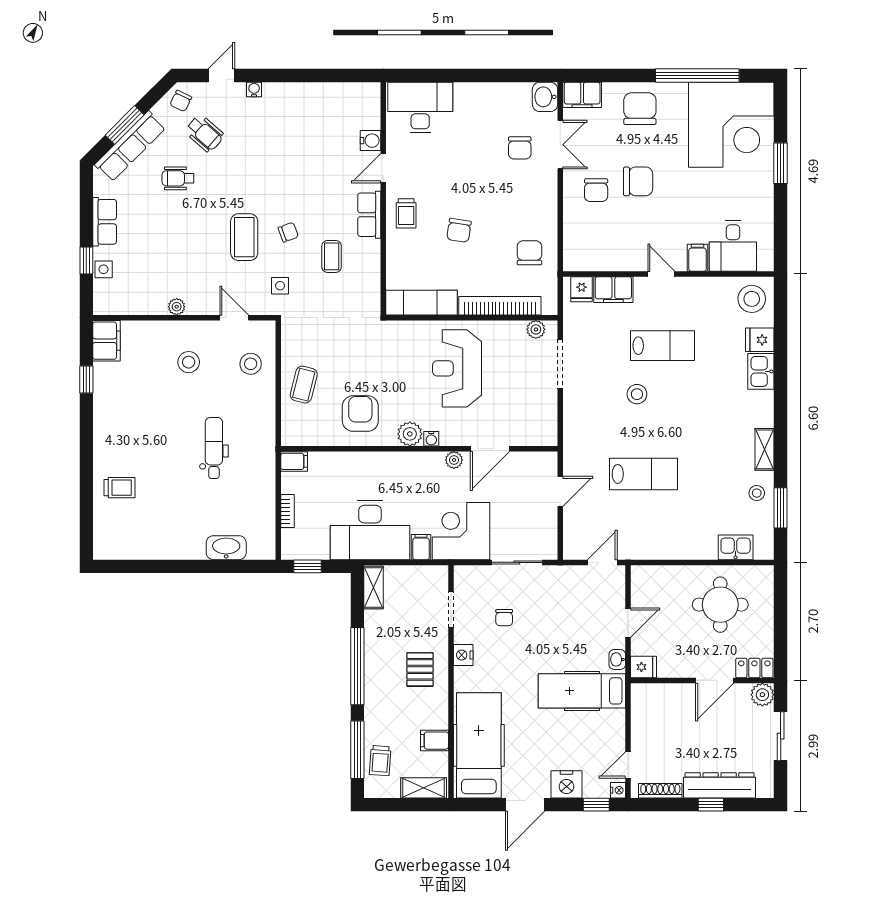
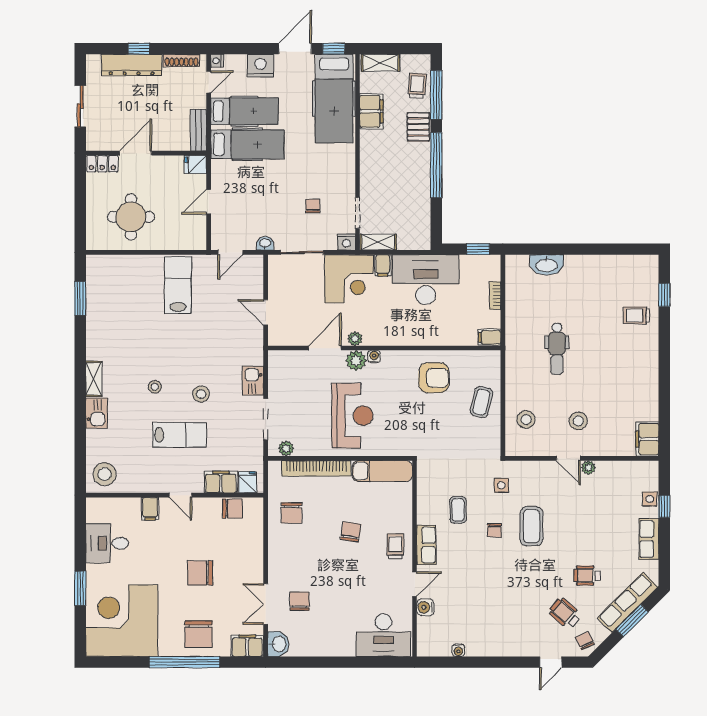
window: (697, 75) -> (184, 662), moved
water cooler: (254, 89) -> (458, 650), moved
chair: (181, 101) -> (585, 641), turned -51
wheelchair: (178, 178) -> (587, 576), turned 180
chair: (596, 190) -> (232, 509), moved, turned 90
chair: (288, 232) -> (494, 530), turned -69
desk: (733, 246) -> (107, 543), moved, turned -90
door: (234, 318) -> (568, 458), moved
fridge: (760, 340) -> (98, 440), removed
lab bench: (662, 346) -> (180, 435), turned 180
window: (86, 380) -> (664, 295), moved
armchair: (360, 414) -> (434, 378), turned -90
plant: (410, 434) -> (356, 361), moved
shelving: (765, 449) -> (94, 379), moved
lab bench: (643, 474) -> (178, 285), moved, turned 90
door: (560, 491) -> (266, 312), hinge flipped
stool: (757, 493) -> (155, 387), moved
kitchen sink: (736, 547) -> (253, 381), moved, turned 90
shelving: (374, 587) -> (378, 242), moved, turned 90
nightstand: (463, 655) -> (346, 242), moved, turned 90
washbasin: (617, 659) -> (265, 243), moved, turned -90
pallet: (420, 669) -> (418, 127), moved
plant: (762, 695) -> (95, 141), removed
bench: (640, 708) -> (198, 130), added
hospital bed: (585, 730) -> (244, 111), added
filing cabinet: (434, 741) -> (371, 111), width x2.00
window: (596, 805) -> (334, 49), moved

